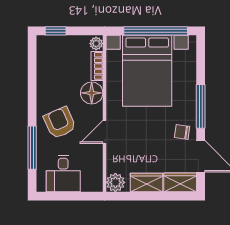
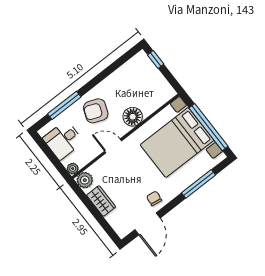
plant: (96, 44) -> (73, 169), moved
bookcase: (97, 66) -> (154, 106), removed
window: (201, 106) -> (199, 184), moved
armchair: (60, 123) -> (96, 111), turned -135
wardrobe: (180, 182) -> (119, 224), removed

